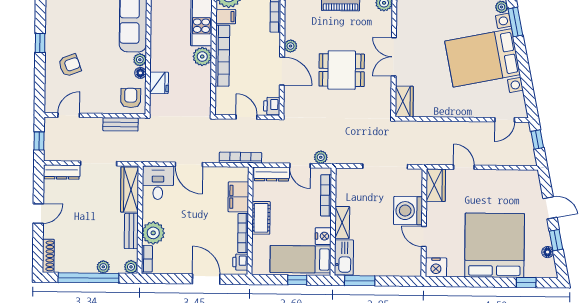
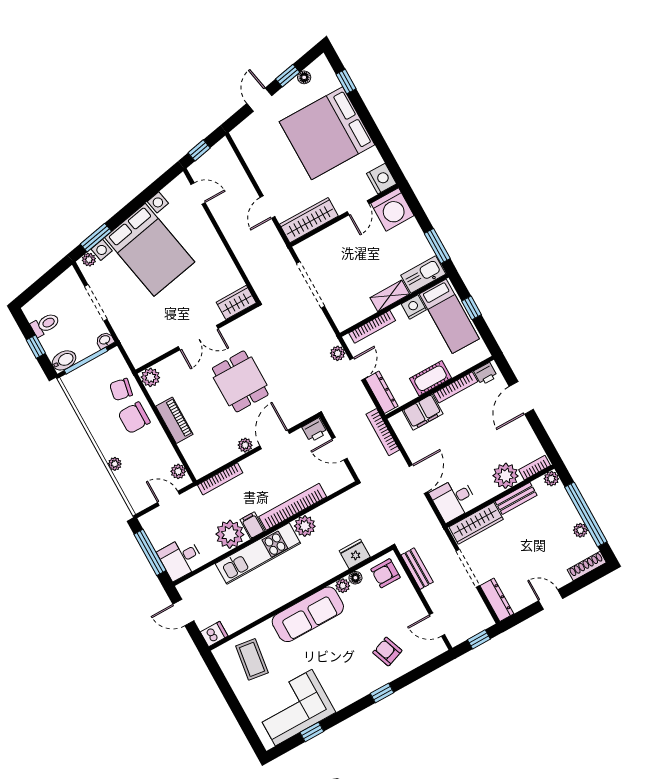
door: (247, 117) -> (340, 449), hinge flipped
wardrobe: (436, 185) -> (309, 220), width x1.50
washing machine: (408, 211) -> (392, 209), moved
plant: (103, 267) -> (580, 530), moved

